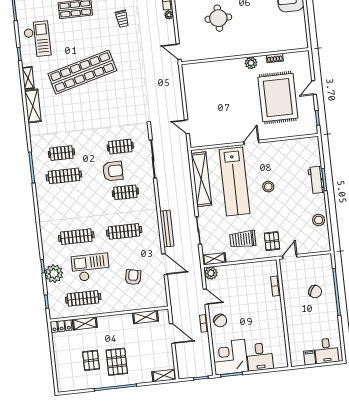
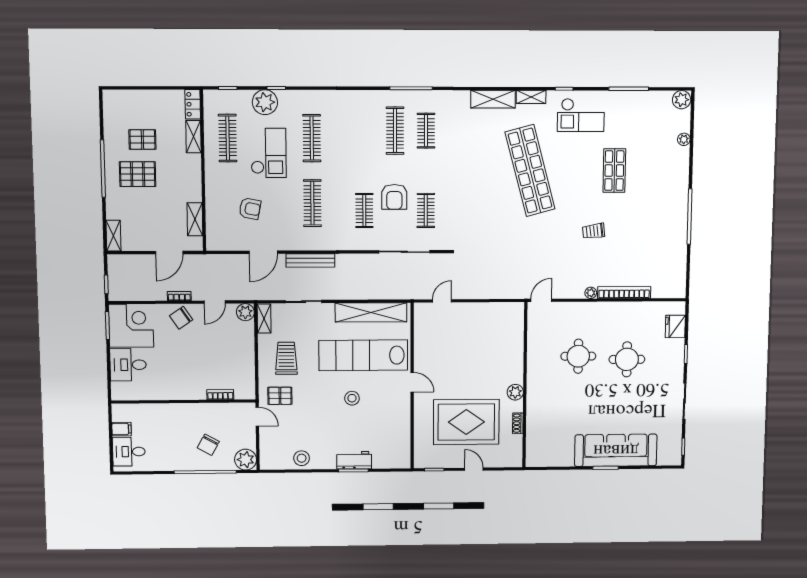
plant: (324, 262) -> (246, 460), added

